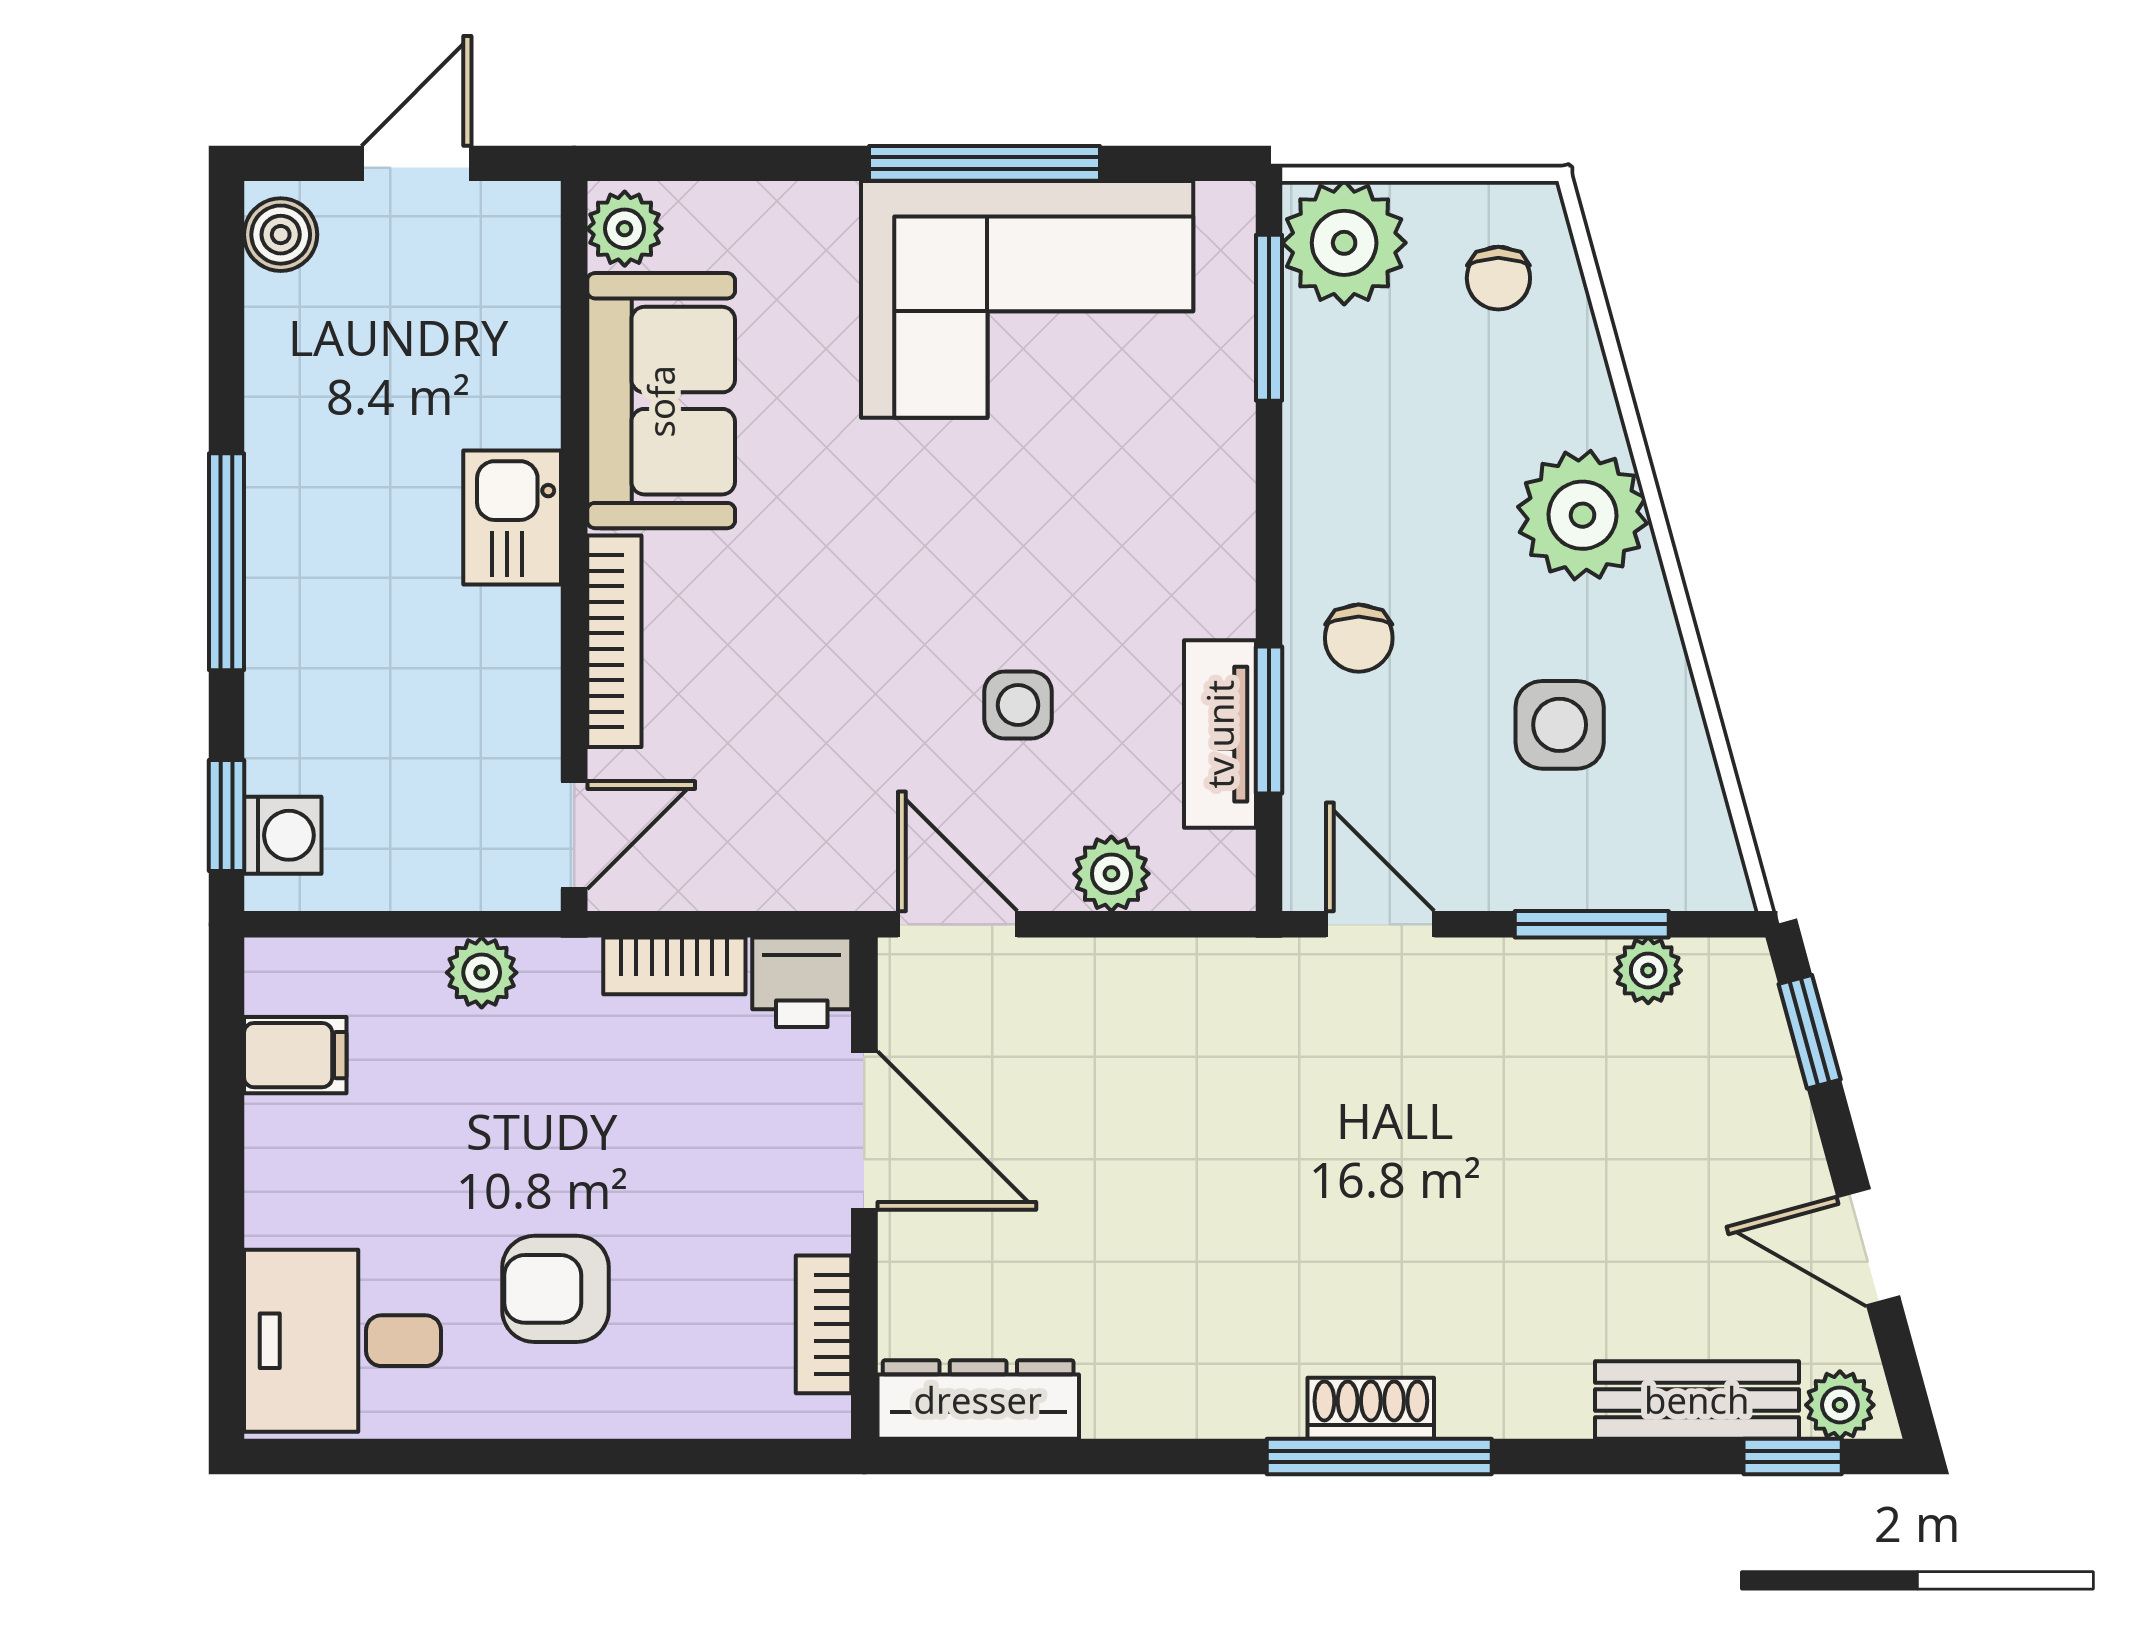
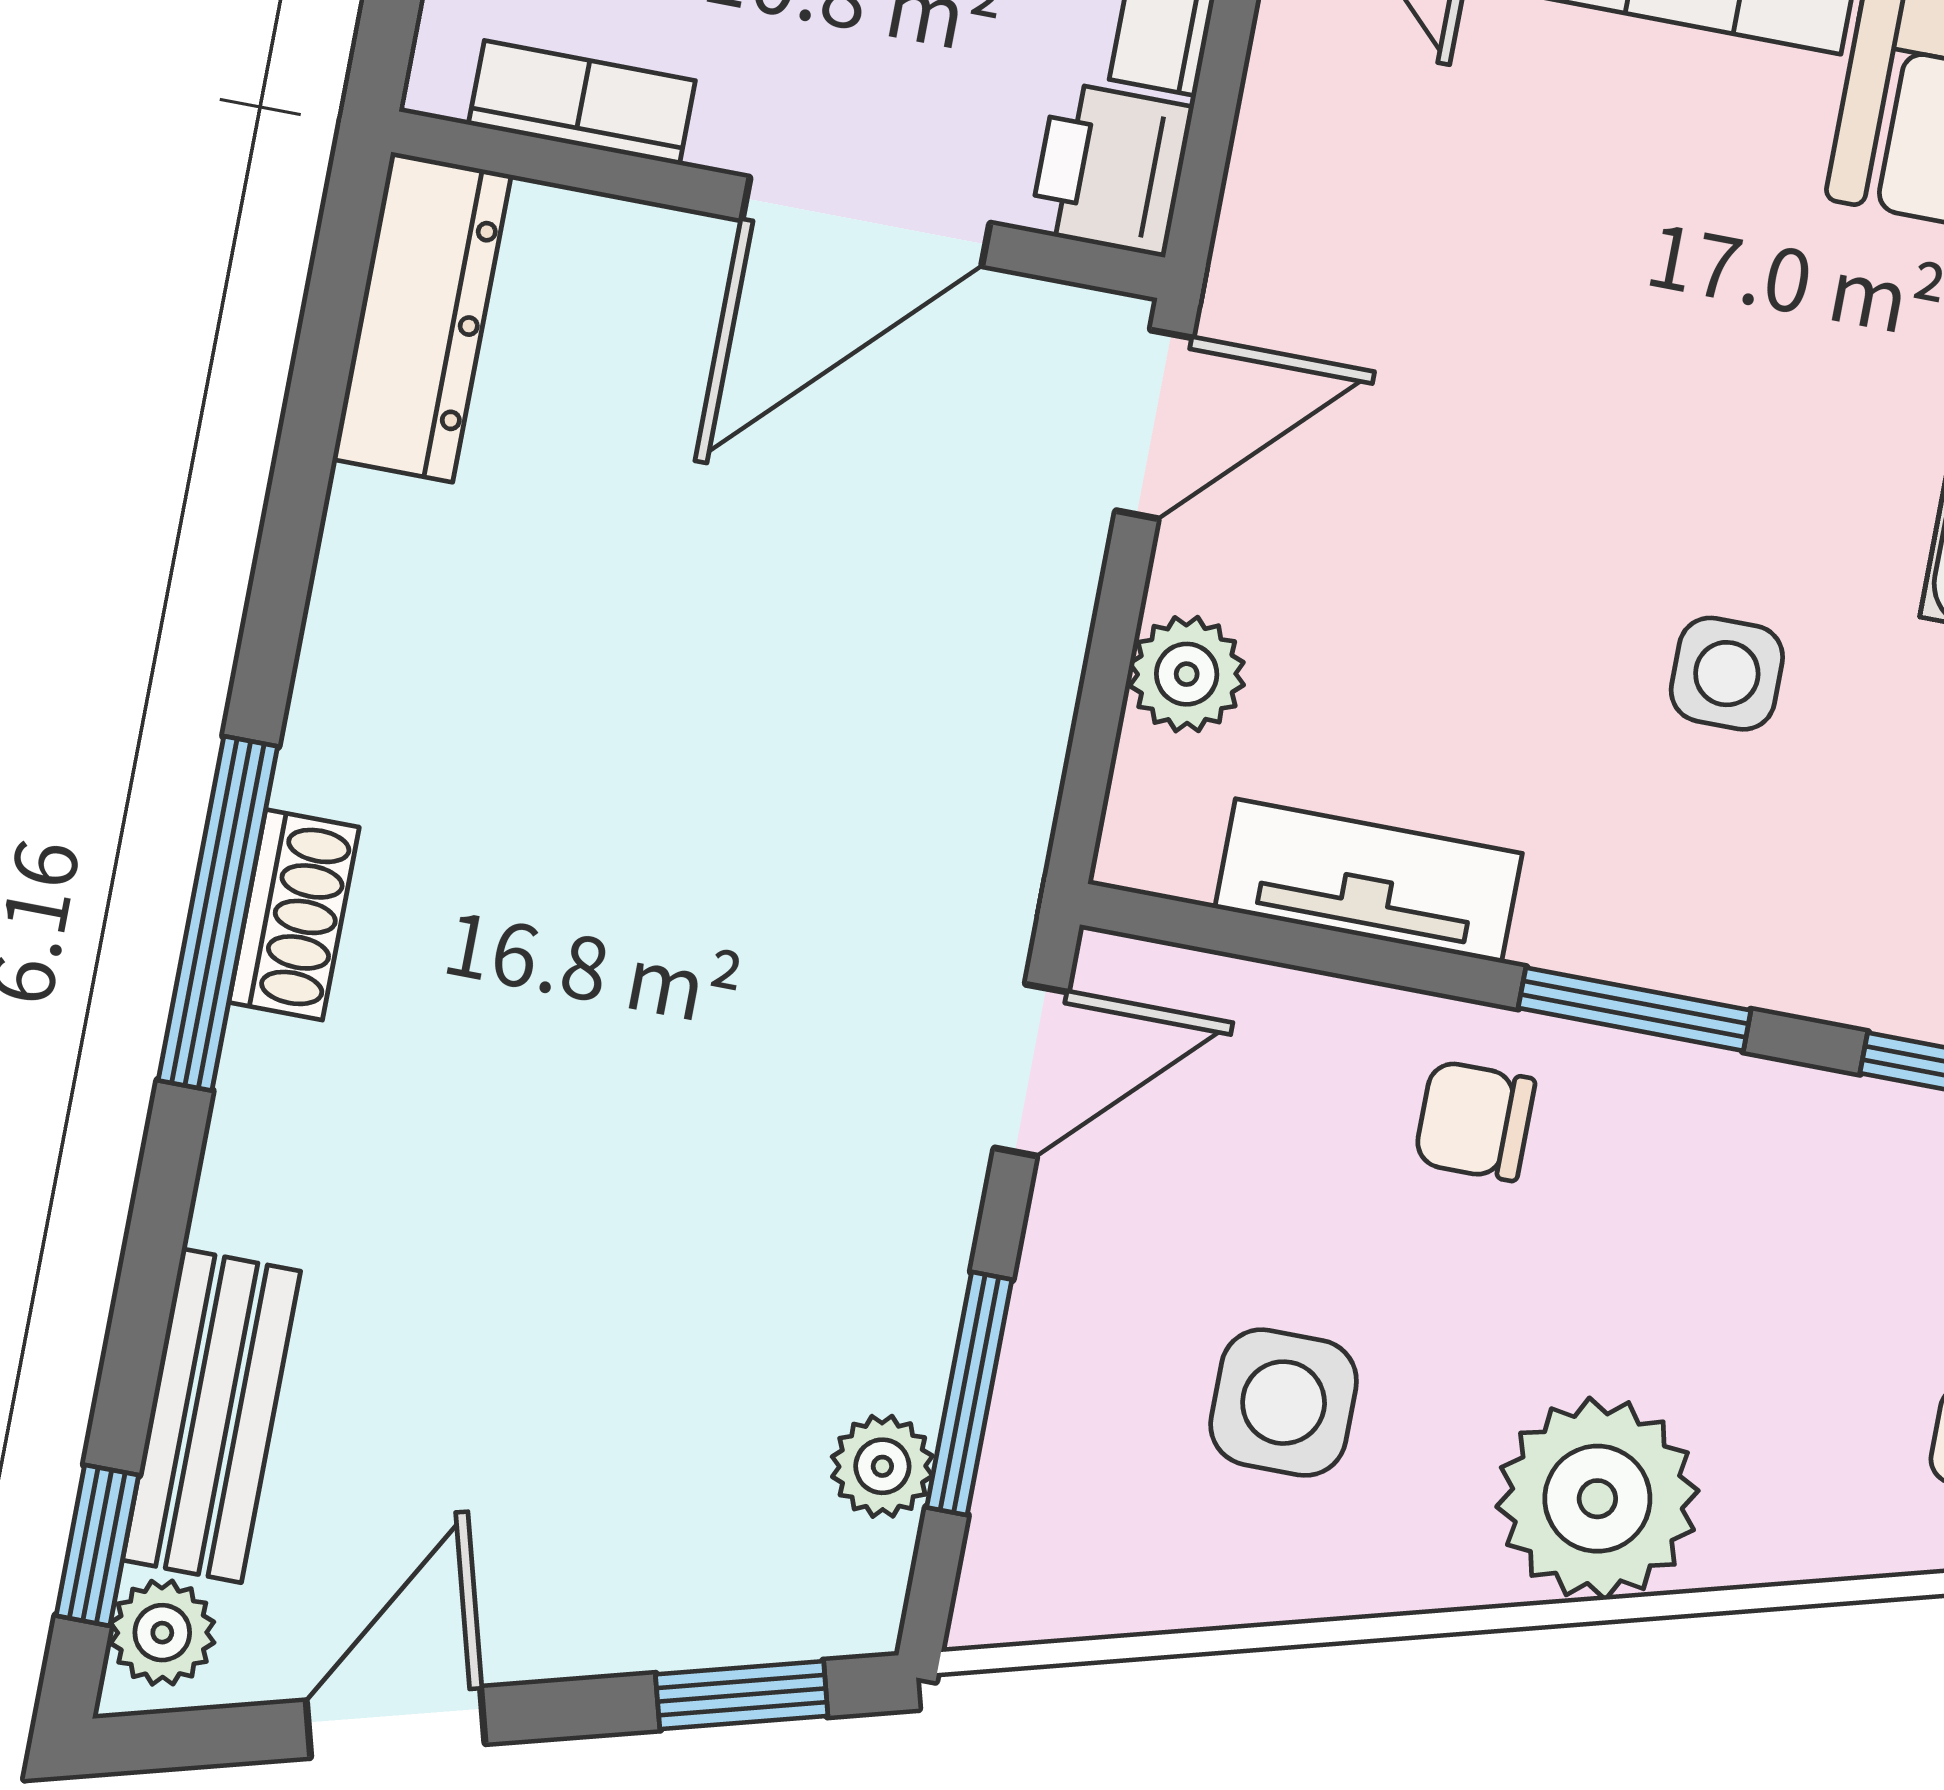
side table: (1018, 705) -> (1727, 674), moved
window: (1269, 720) -> (1635, 1009), moved

